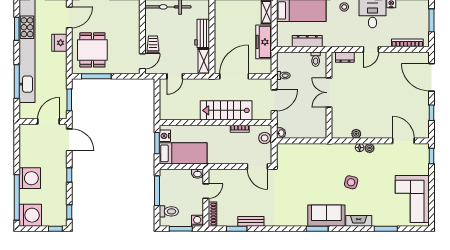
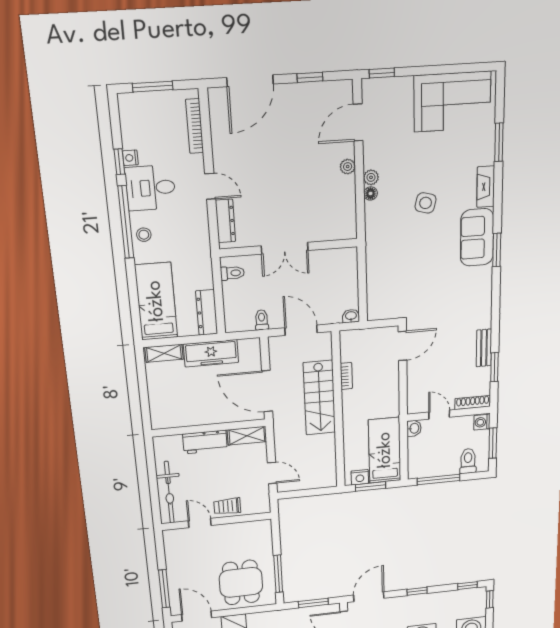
dresser: (307, 41) -> (207, 312), moved
dining table: (92, 50) -> (241, 582), turned 90
dresser: (345, 57) -> (225, 221), width x1.44
door: (142, 61) -> (200, 523), moved
plant: (356, 134) -> (348, 167), moved
stool: (265, 138) -> (359, 339), removed

